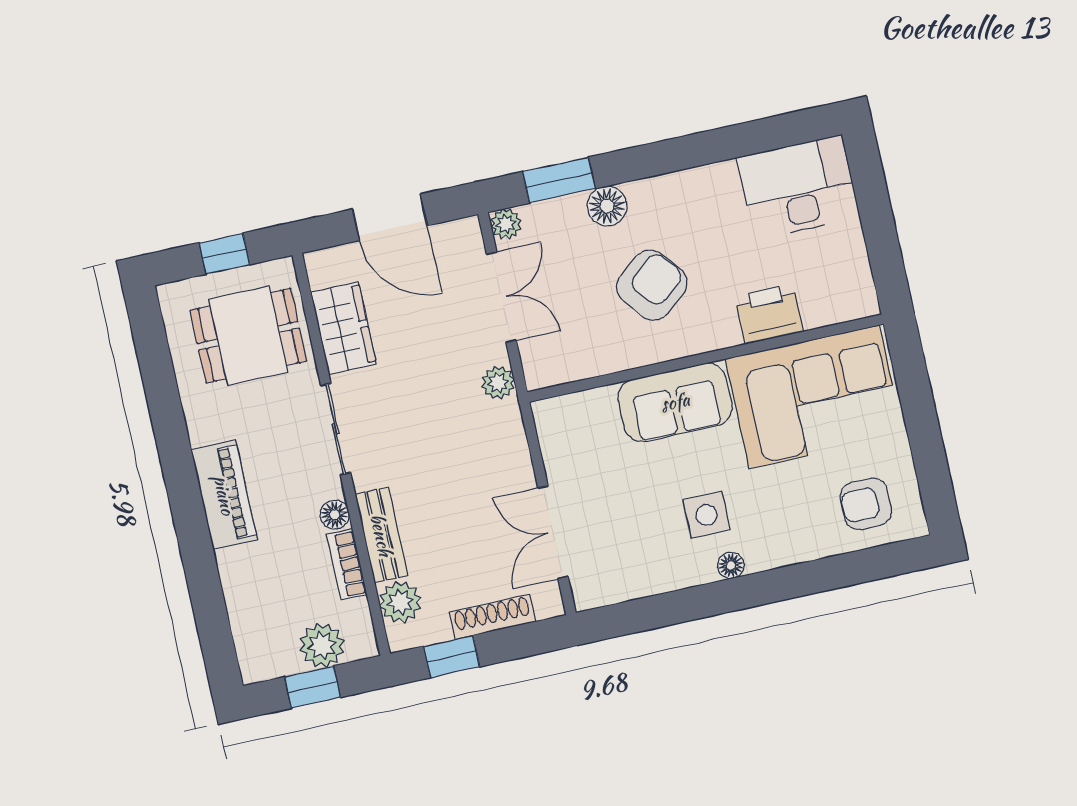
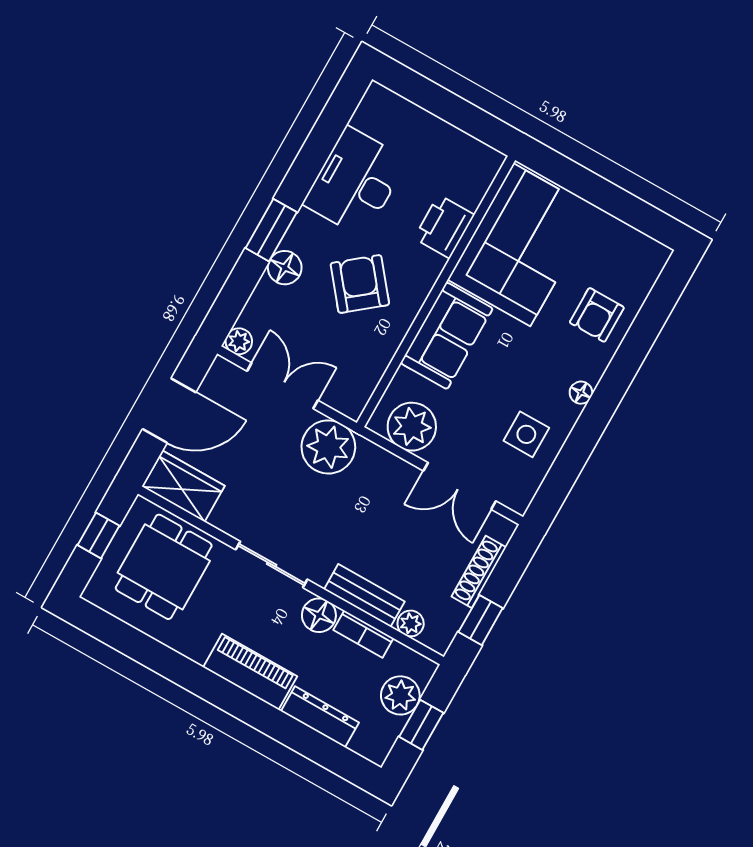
window: (559, 180) -> (271, 230), moved
desk: (798, 187) -> (355, 182), moved
wardrobe: (343, 328) -> (184, 486), moved
plant: (498, 383) -> (328, 447), width x1.87, depth x1.87
plant: (568, 443) -> (412, 427), added
armchair: (866, 504) -> (597, 315), moved
floor lamp: (335, 515) -> (319, 615), width x1.37, depth x1.37
side table: (706, 515) -> (526, 434), moved
dresser: (240, 592) -> (320, 717), added
plant: (400, 602) -> (411, 623), width x0.73, depth x0.73

